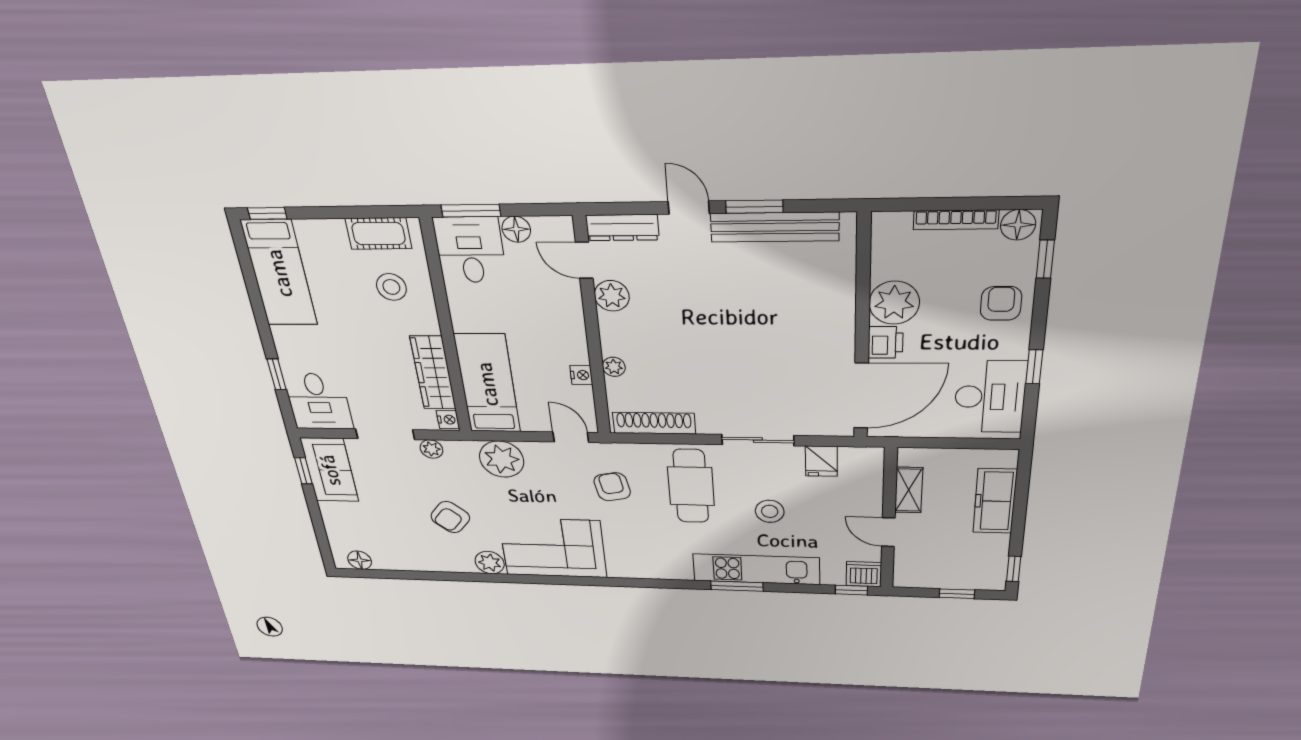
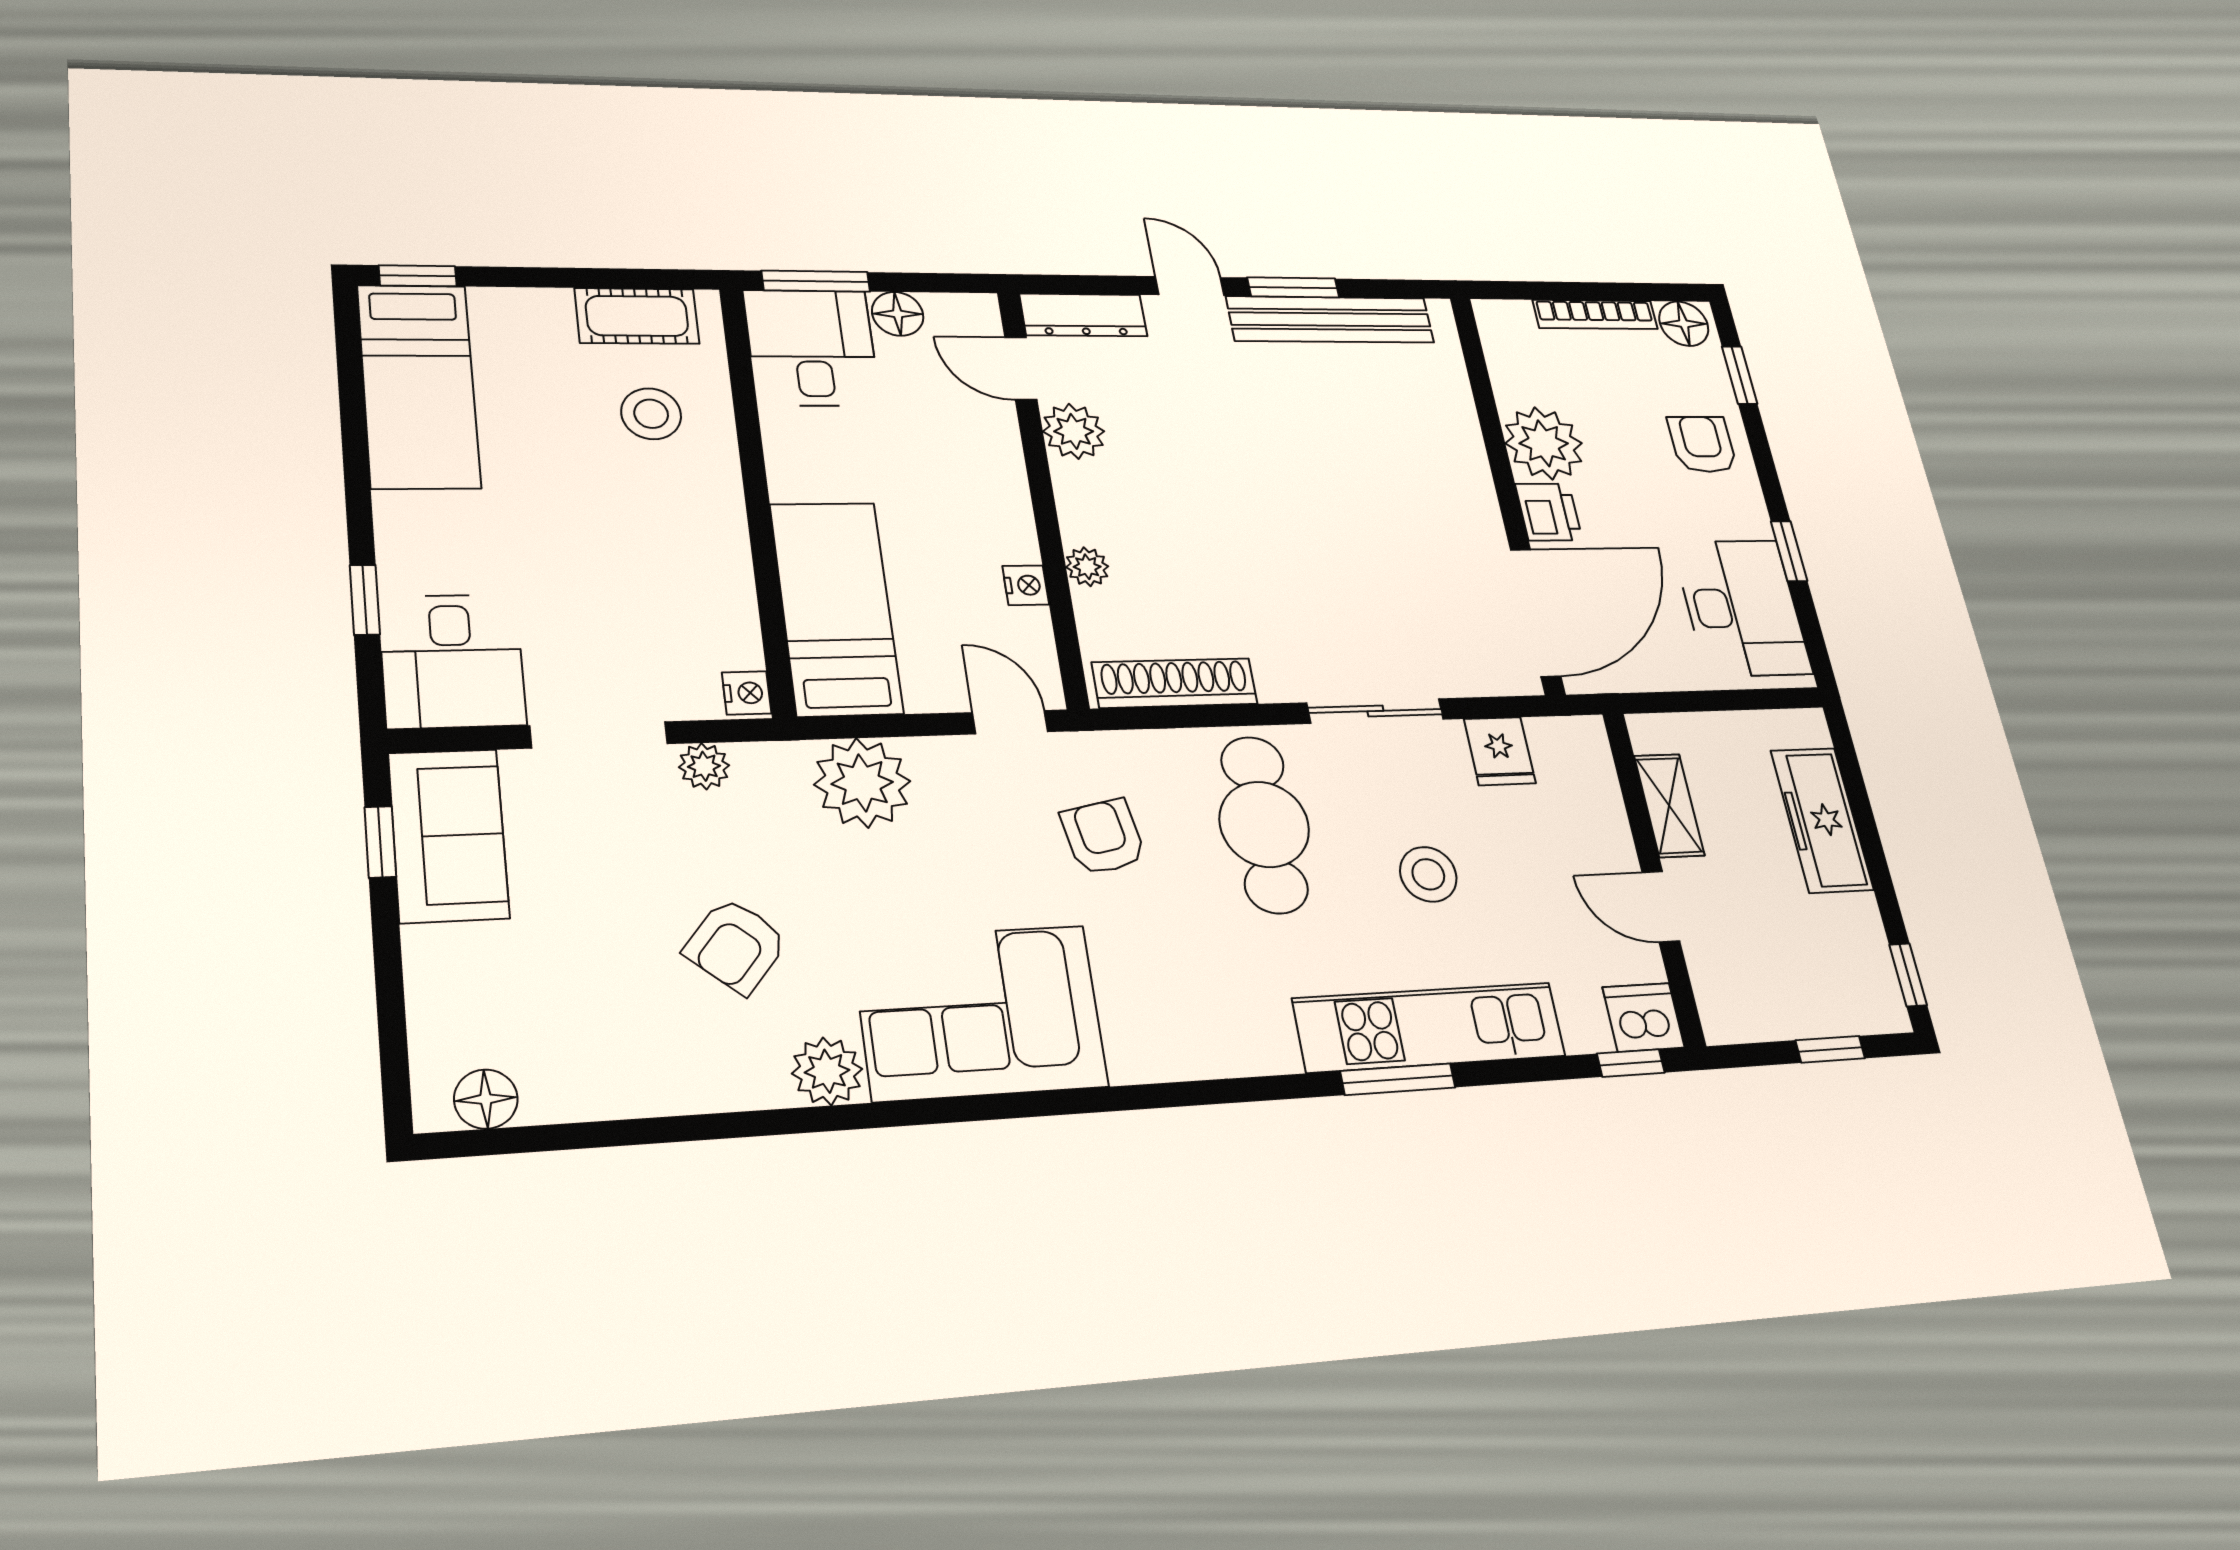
wardrobe: (433, 373) -> (722, 588), removed

